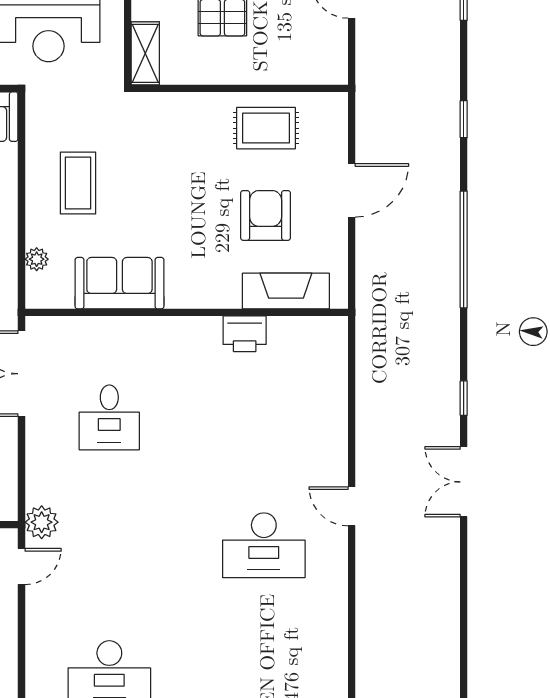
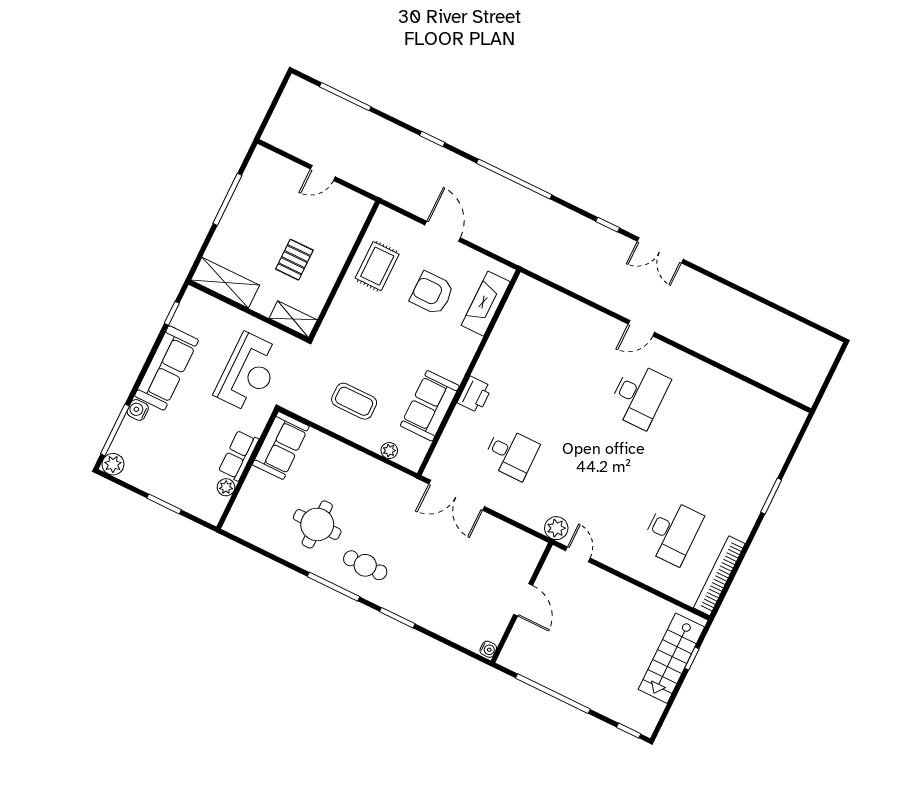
printer: (245, 334) -> (475, 395), moved

